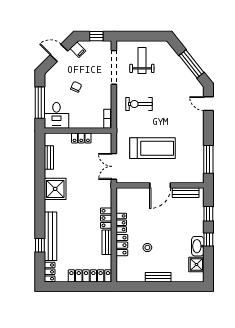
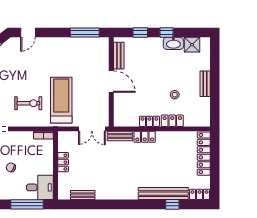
exercise bike: (139, 104) -> (28, 103), turned -90
treadmill: (153, 148) -> (61, 100), moved
shower: (55, 189) -> (115, 189), removed
bench: (107, 242) -> (120, 136), moved

